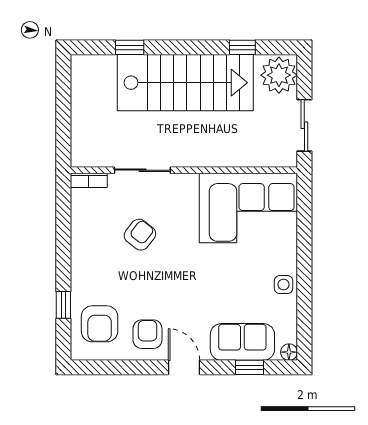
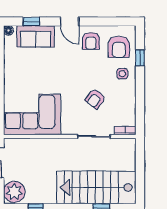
stairs: (185, 83) -> (96, 187), moved
side table: (284, 285) -> (122, 74), moved
armchair: (100, 324) -> (119, 47), turned 180

